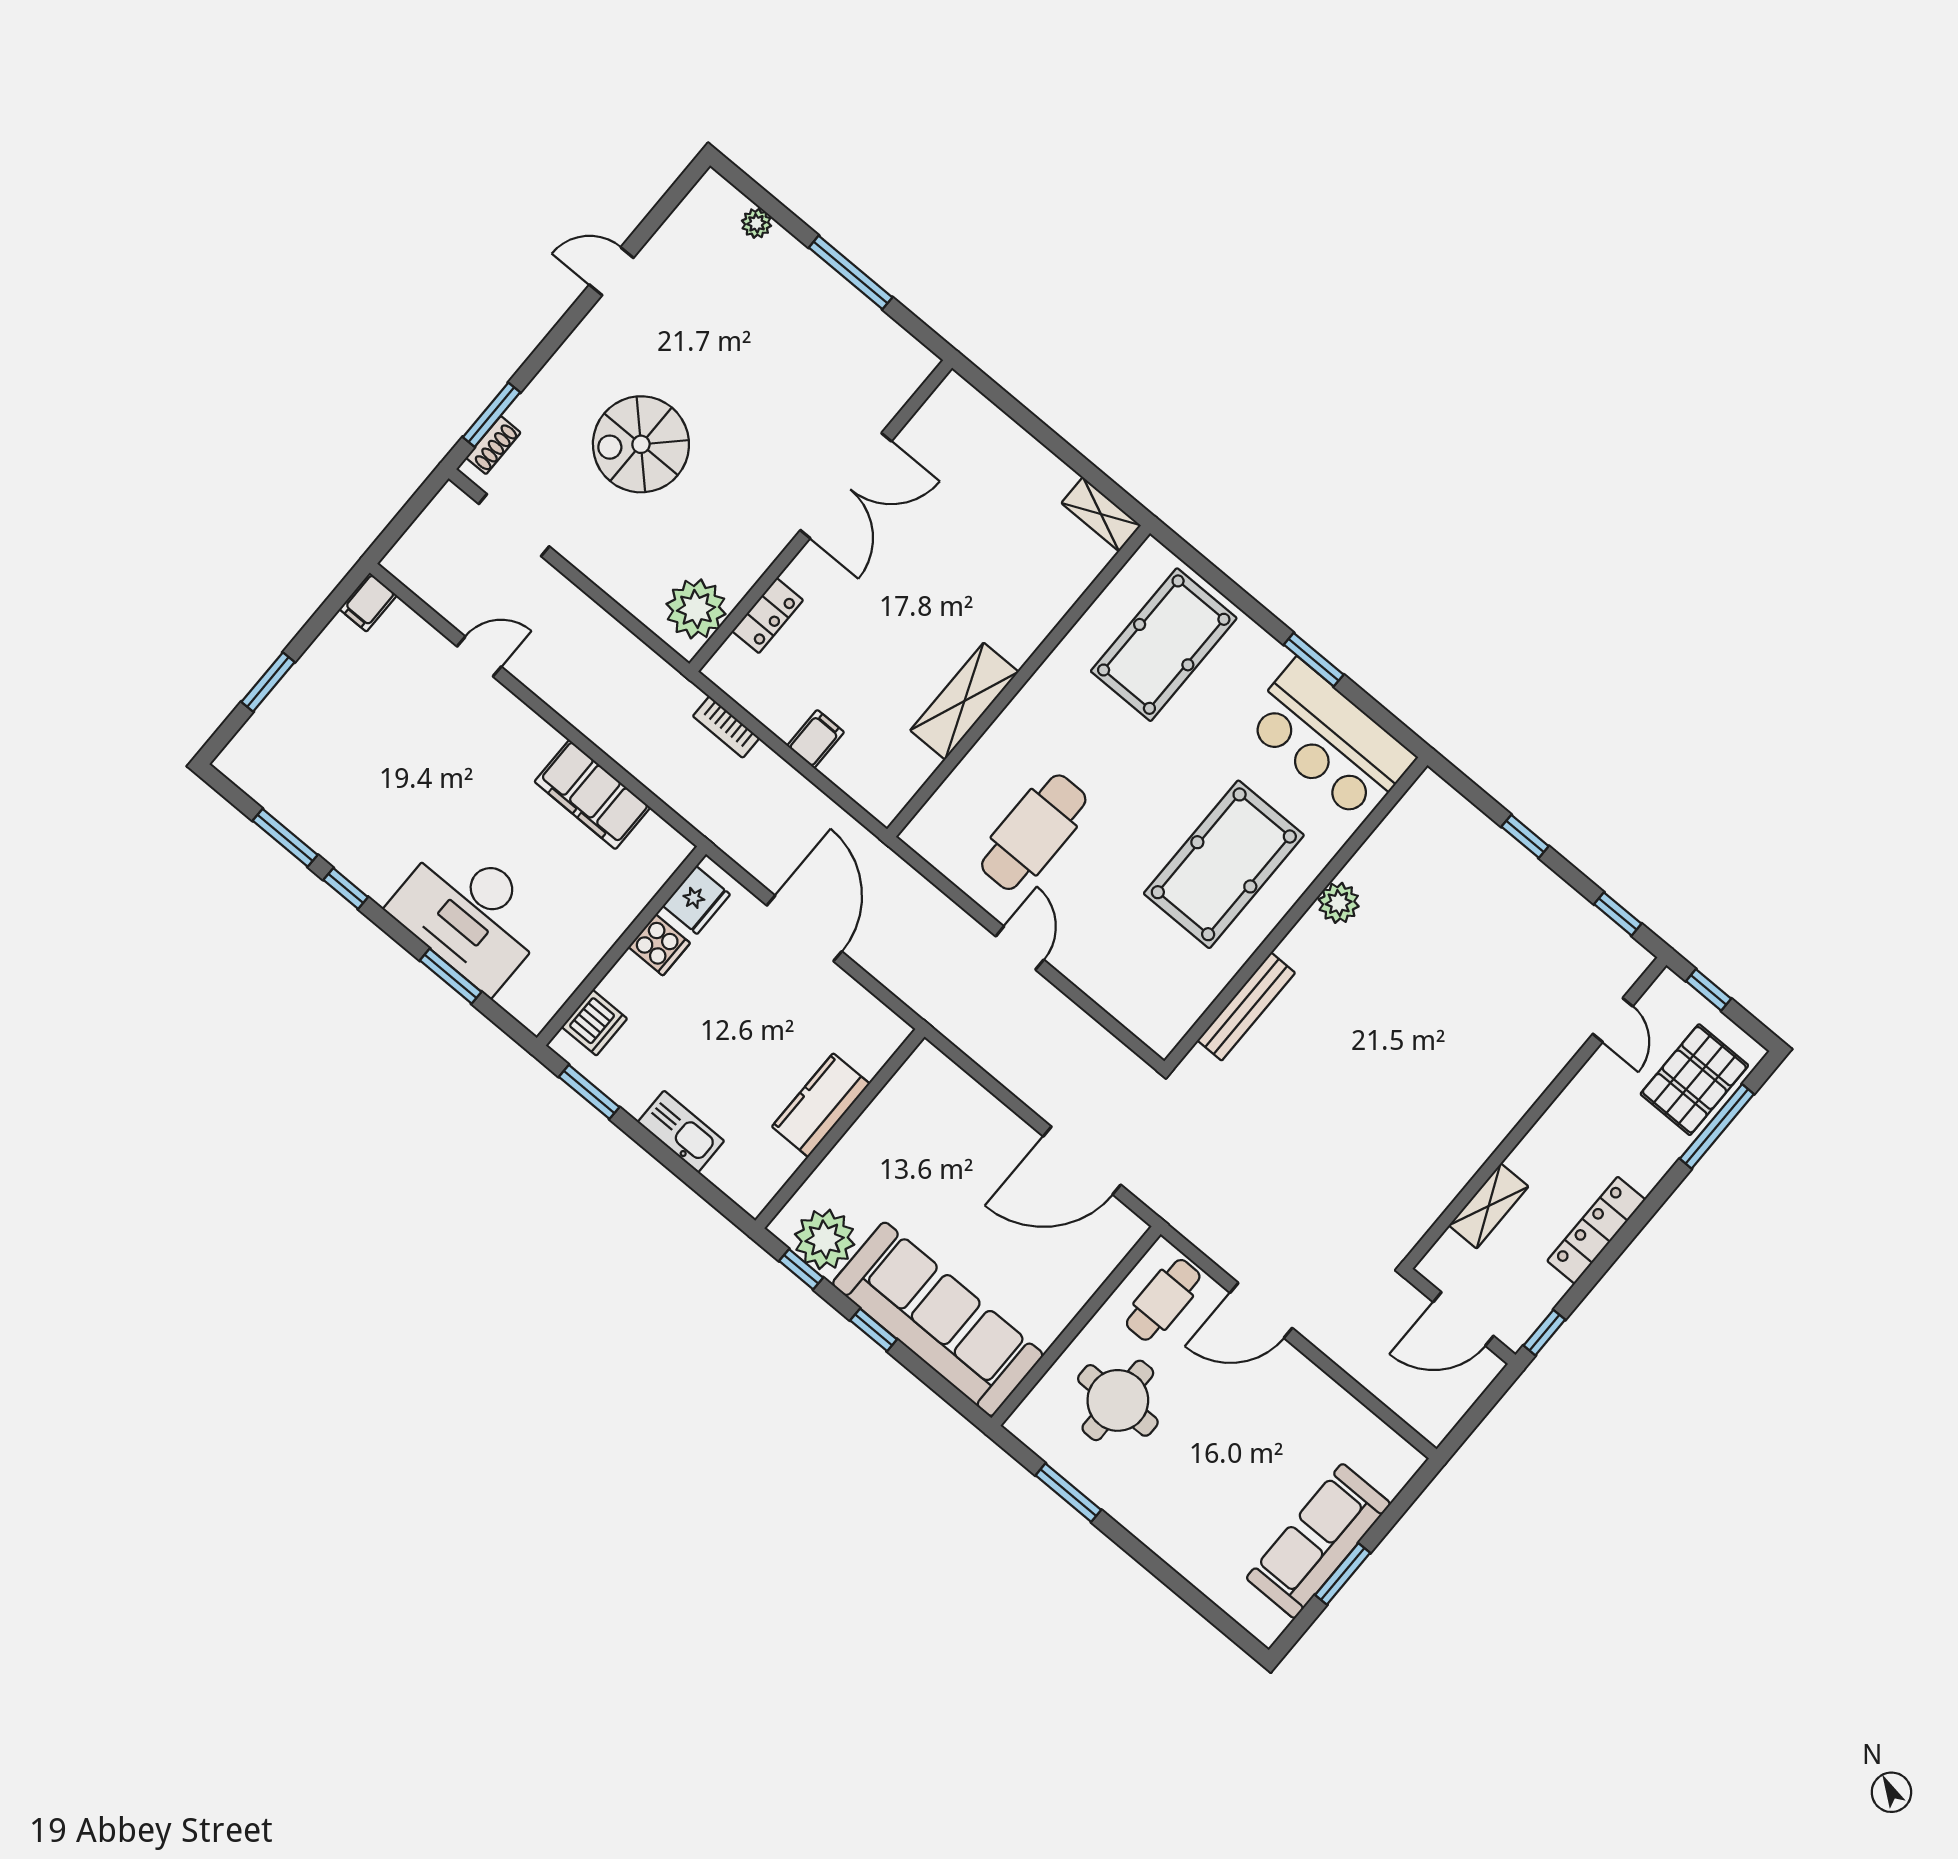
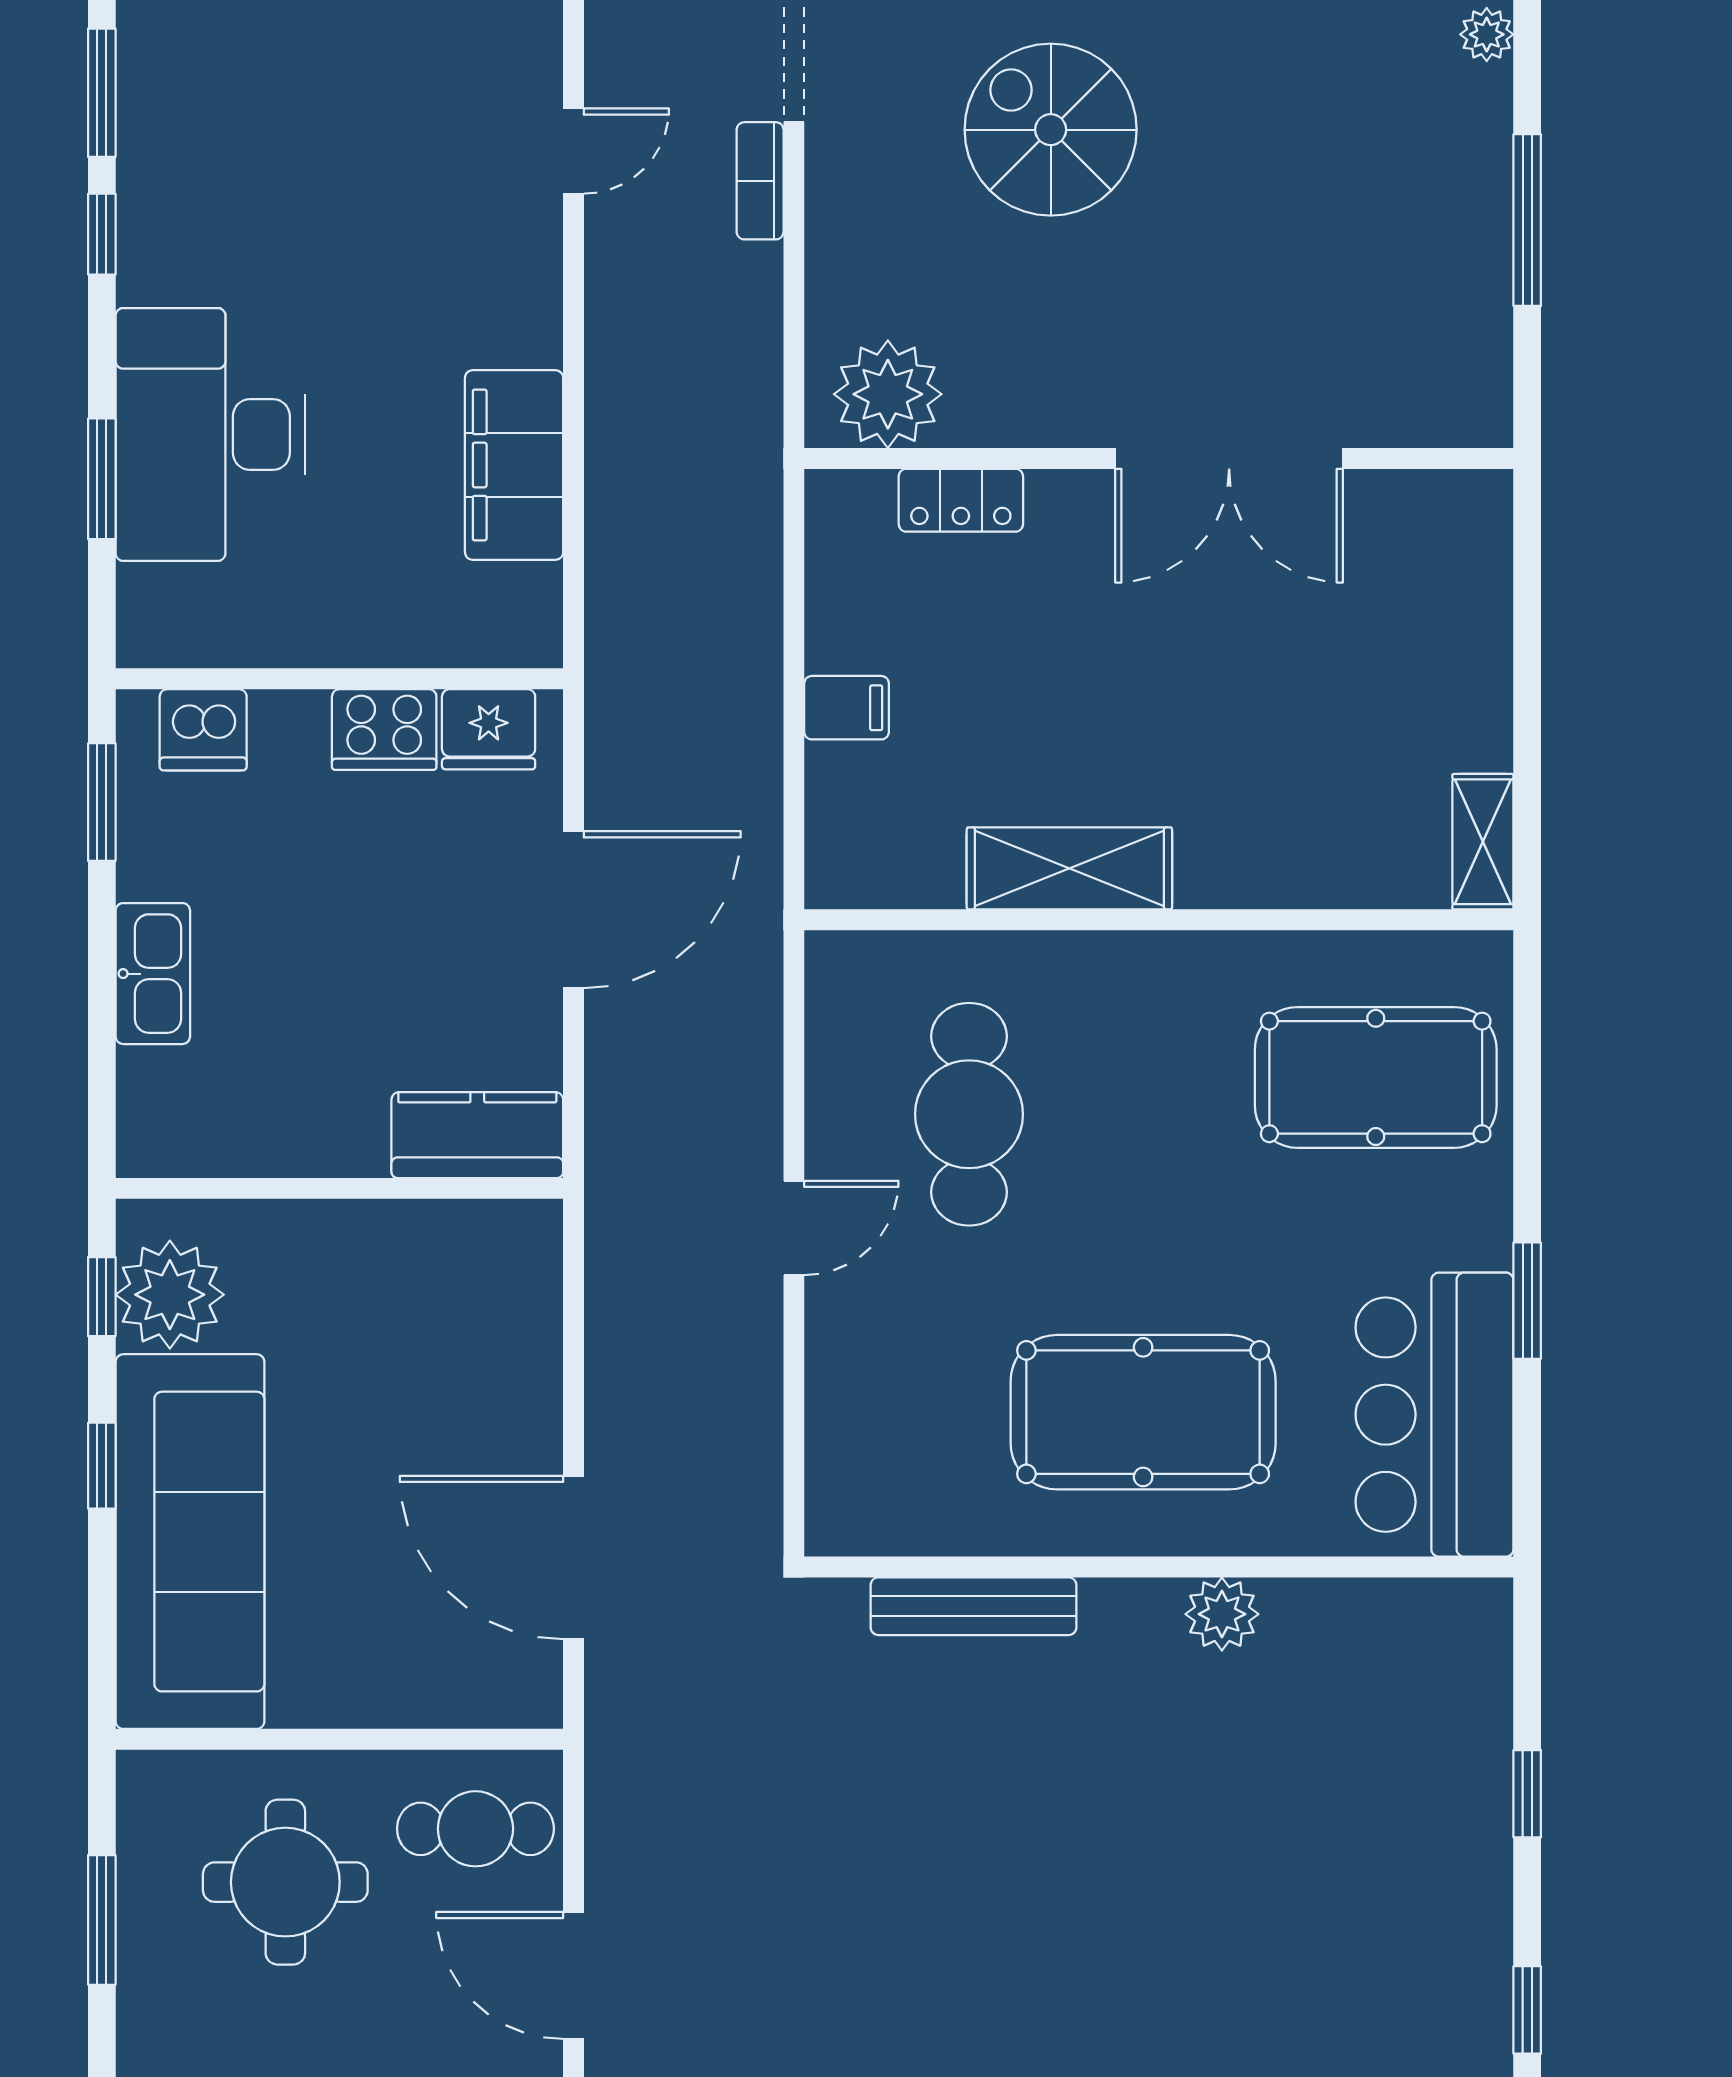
door: (479, 656) -> (574, 151), hinge flipped
bookcase: (726, 727) -> (760, 181), moved
cafe table: (1034, 832) -> (969, 1114), turned 90
cooker: (659, 945) -> (384, 730), width x1.36
kitchen counter: (821, 1105) -> (477, 1135), moved

